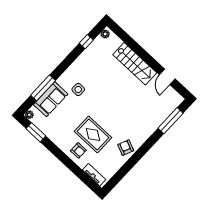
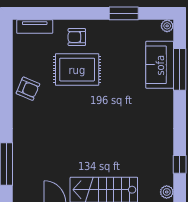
side table: (78, 89) -> (139, 104), removed
window: (36, 132) -> (124, 13), moved

